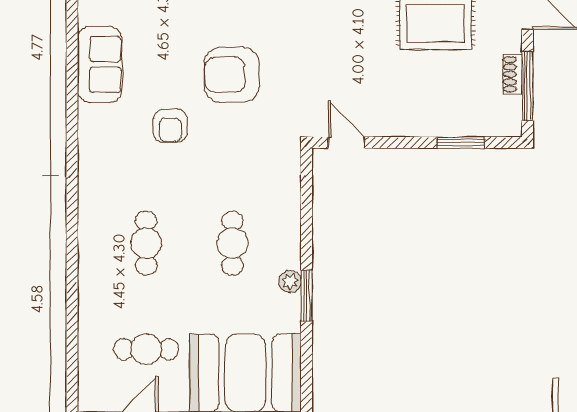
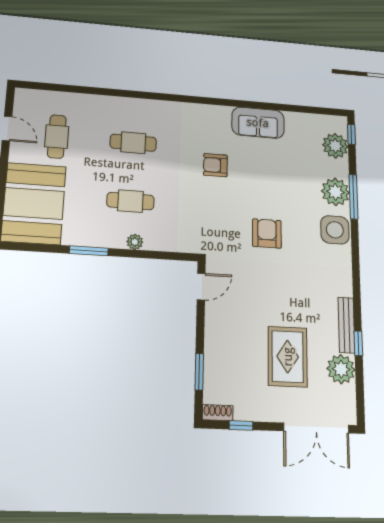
shoe rack: (512, 74) -> (218, 413), moved
armchair: (232, 75) -> (267, 233), moved, width x0.73, depth x0.73
window: (527, 86) -> (241, 425), width x0.46
plant: (290, 281) -> (135, 242), moved

